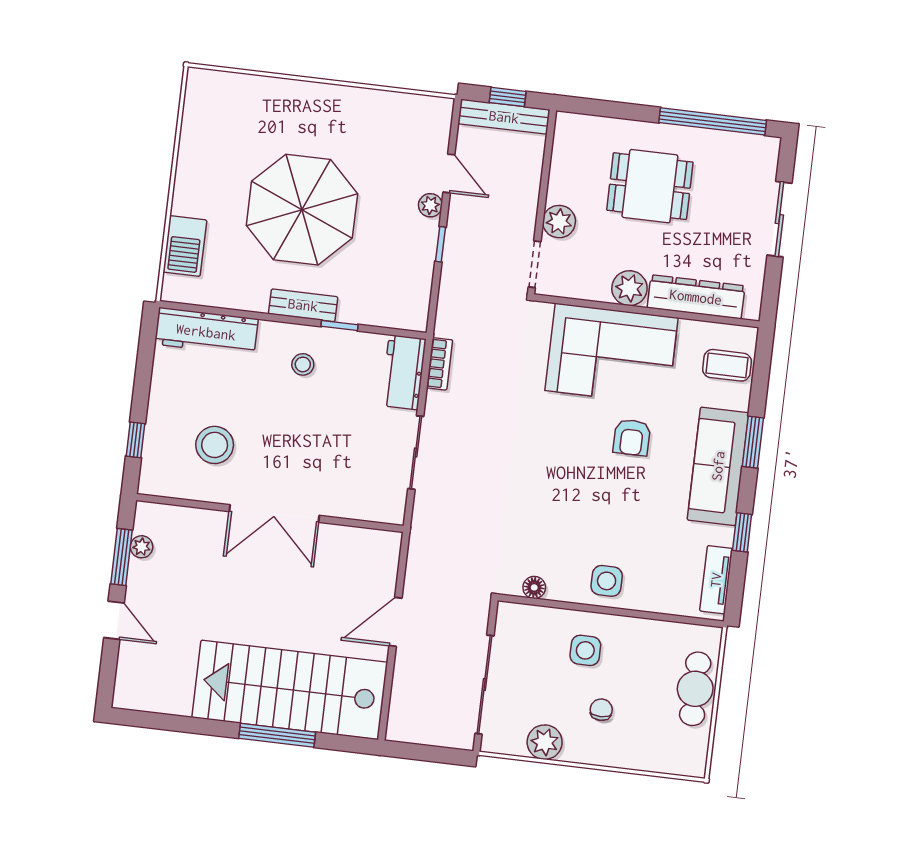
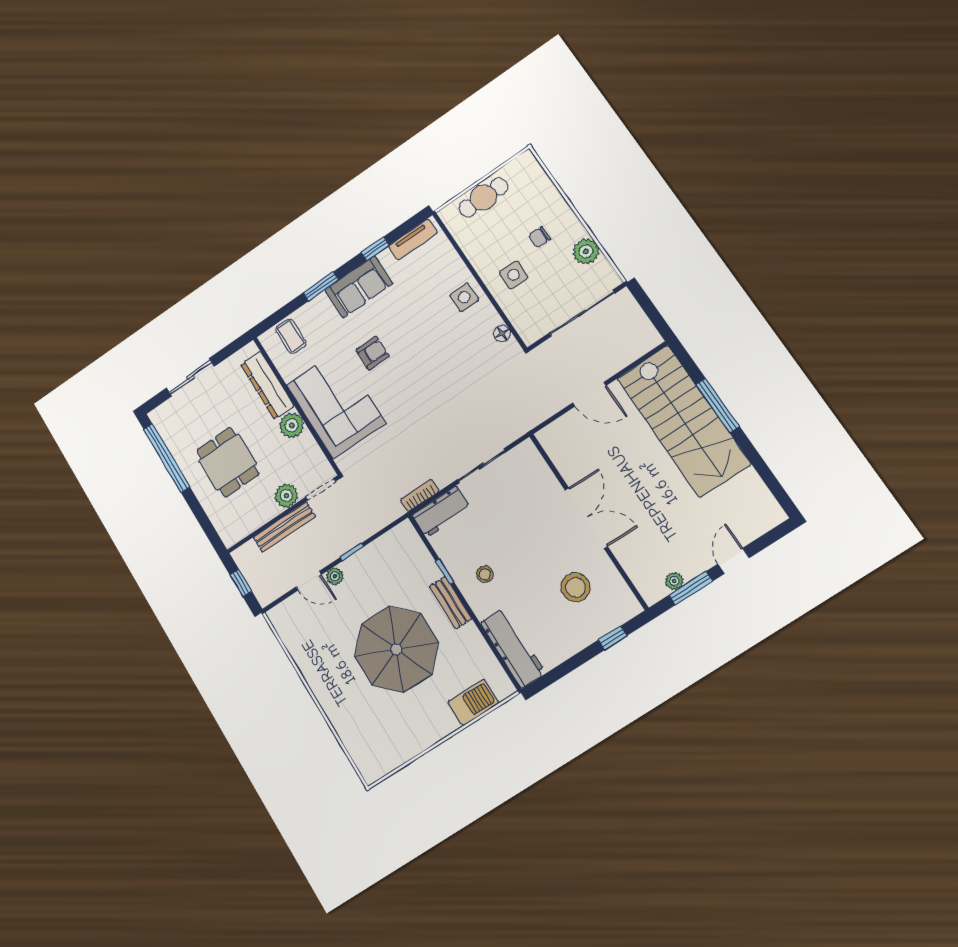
bench: (504, 117) -> (284, 527), moved, turned 90
door: (449, 173) -> (309, 581), swing flipped
sofa: (718, 466) -> (359, 287), width x0.73

